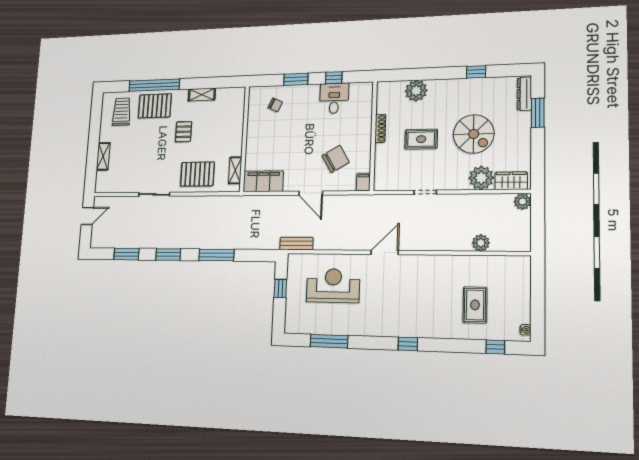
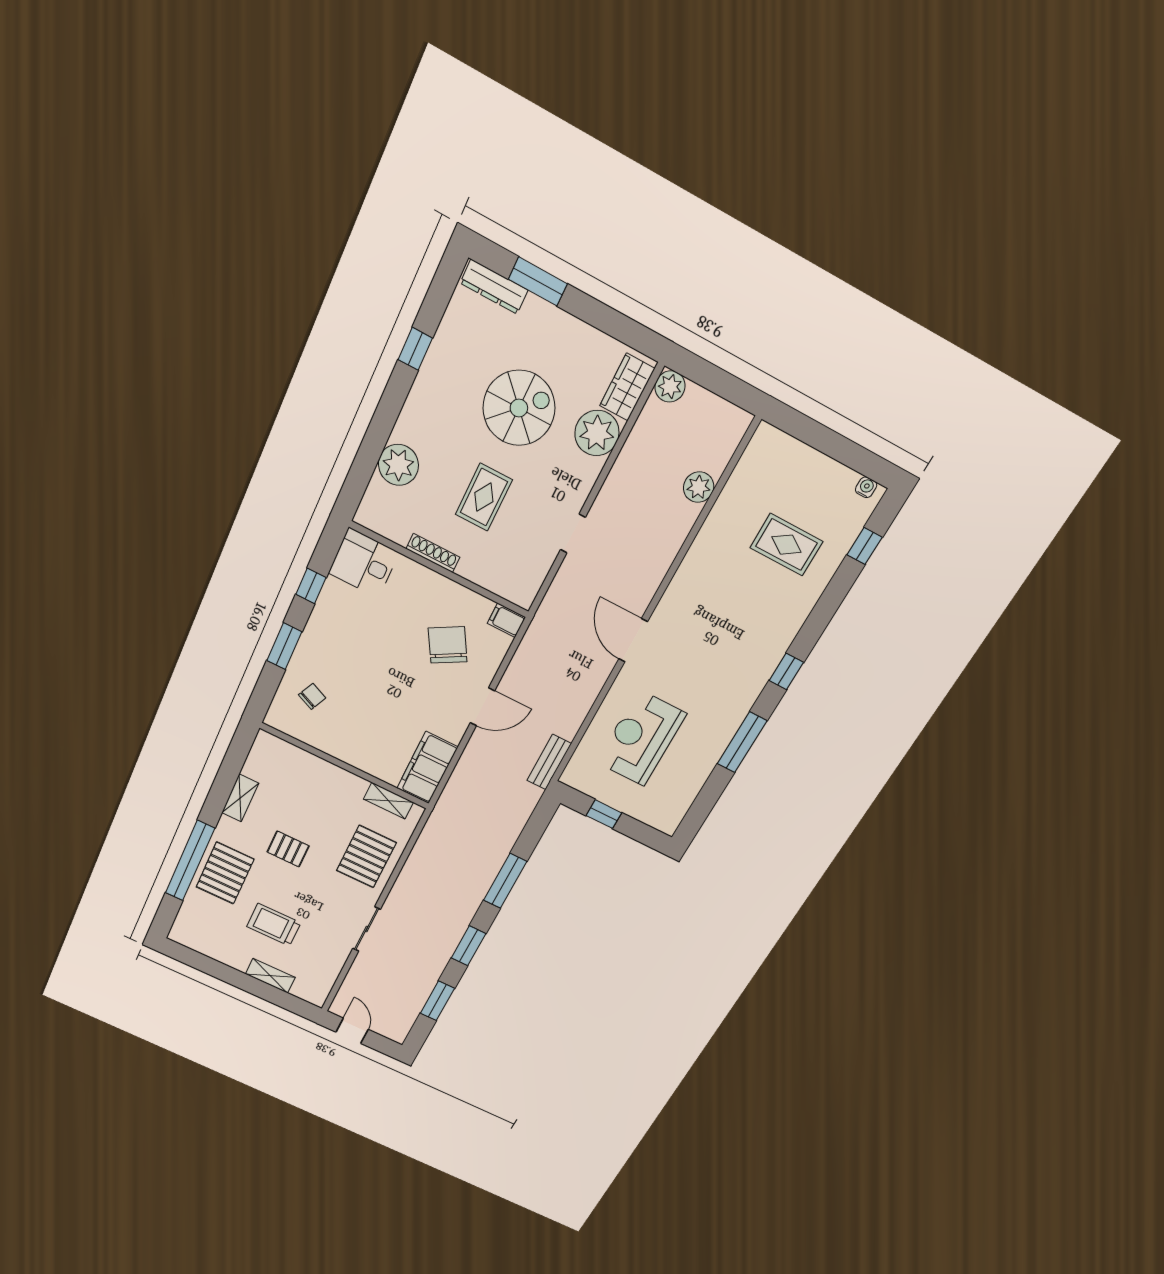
desk: (334, 98) -> (364, 563), moved
trolley: (122, 112) -> (274, 925), moved
window: (329, 341) -> (742, 742), moved

